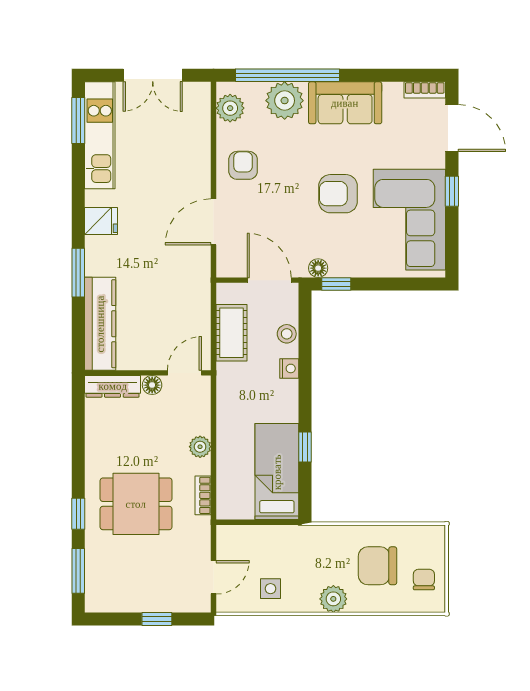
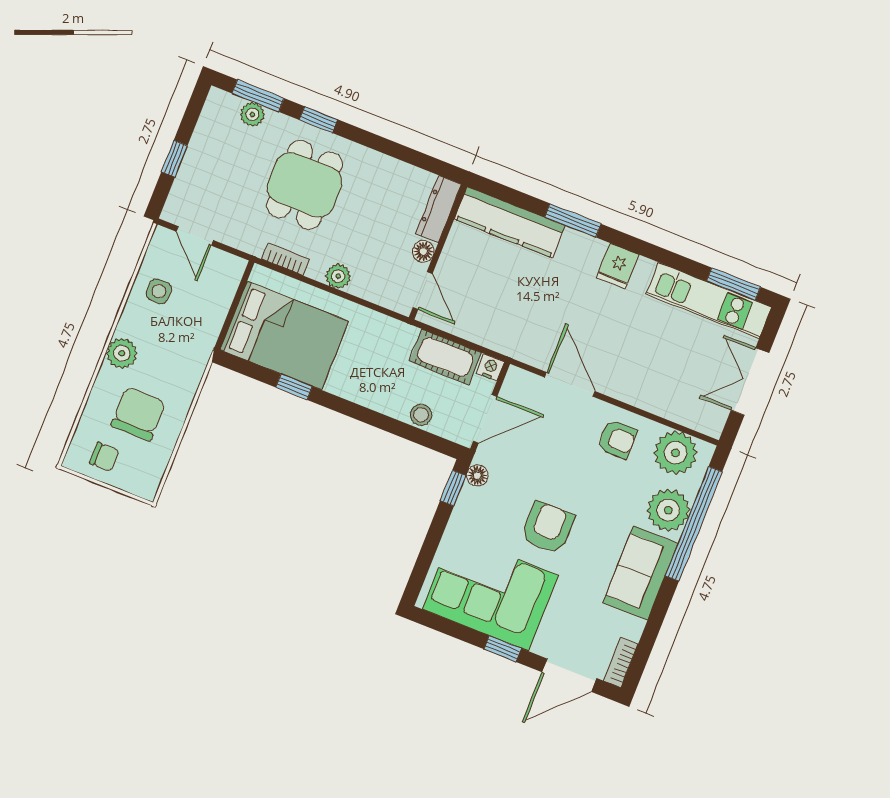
plant: (230, 108) -> (675, 453), width x1.36, depth x1.36
nightstand: (289, 368) -> (490, 367), moved, turned 180
bed: (277, 472) -> (284, 335), width x1.50
plant: (95, 569) -> (252, 114), added

